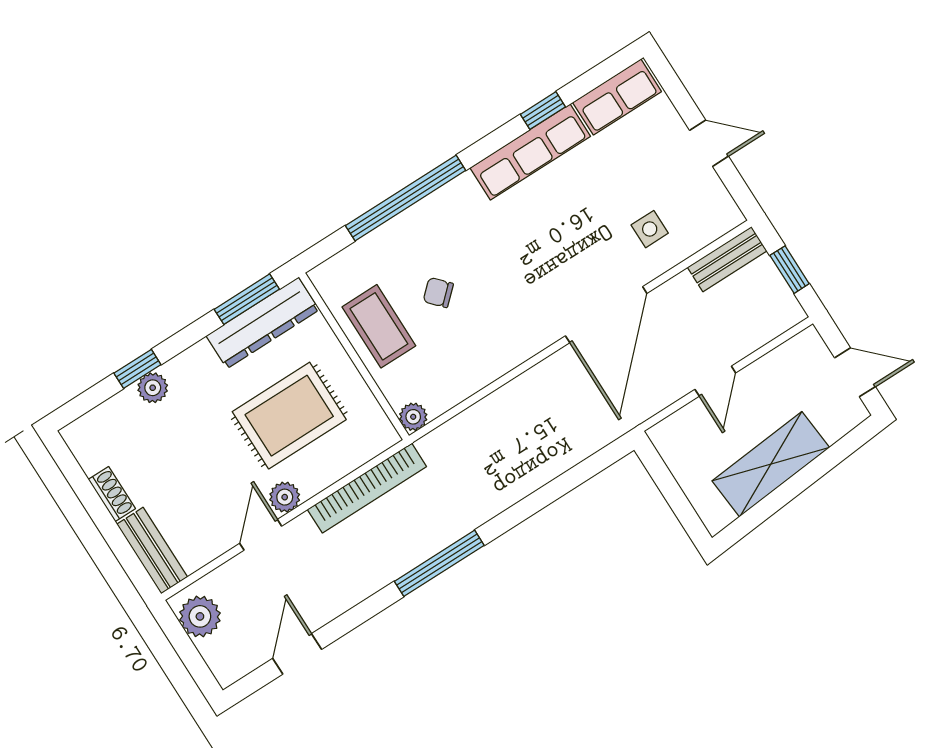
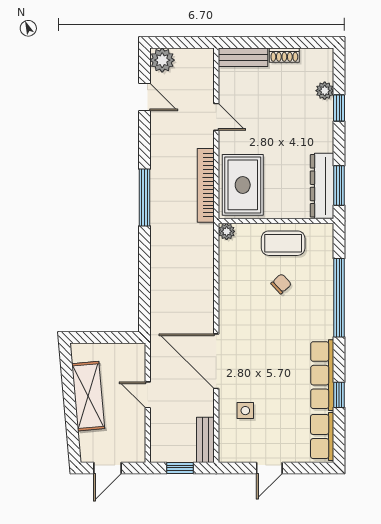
plant: (153, 388) -> (325, 91), moved
rug: (289, 416) -> (243, 185), moved
plant: (285, 497) -> (227, 141), removed
plant: (200, 616) -> (162, 60), moved

